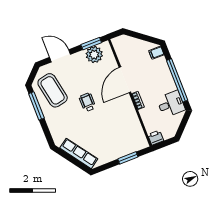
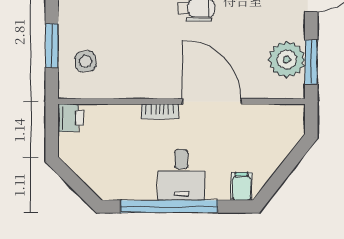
desk: (171, 104) -> (181, 175), moved
side table: (129, 141) -> (85, 61), added

